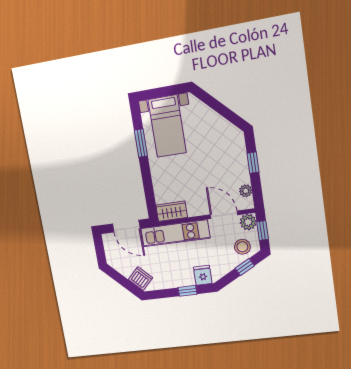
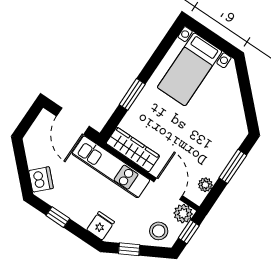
window: (141, 143) -> (132, 94), moved
window: (253, 163) -> (233, 166), width x1.50
wardrobe: (172, 211) -> (133, 150), width x1.50
window: (245, 267) -> (129, 249), moved
window: (187, 291) -> (58, 217), moved

